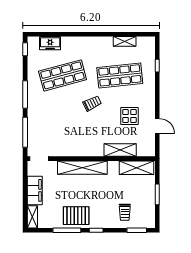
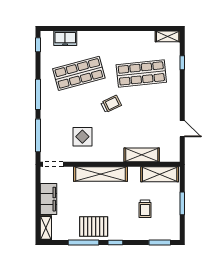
shelving: (125, 41) -> (168, 36), moved
display table: (130, 116) -> (82, 137), moved
trolley: (125, 212) -> (145, 209), moved

